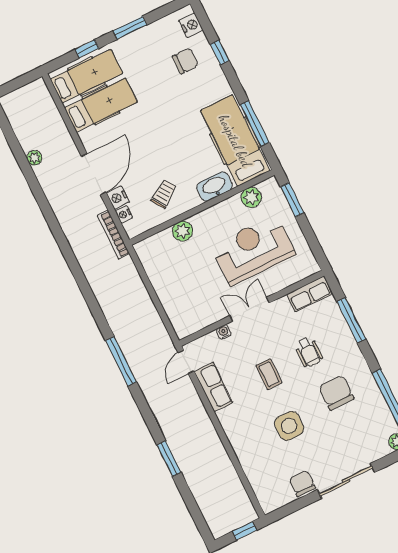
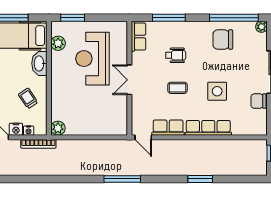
plant: (182, 231) -> (58, 128), moved
water cooler: (224, 332) -> (136, 104), removed
chair: (336, 393) -> (223, 39), moved
row of seats: (238, 437) -> (208, 128), added

